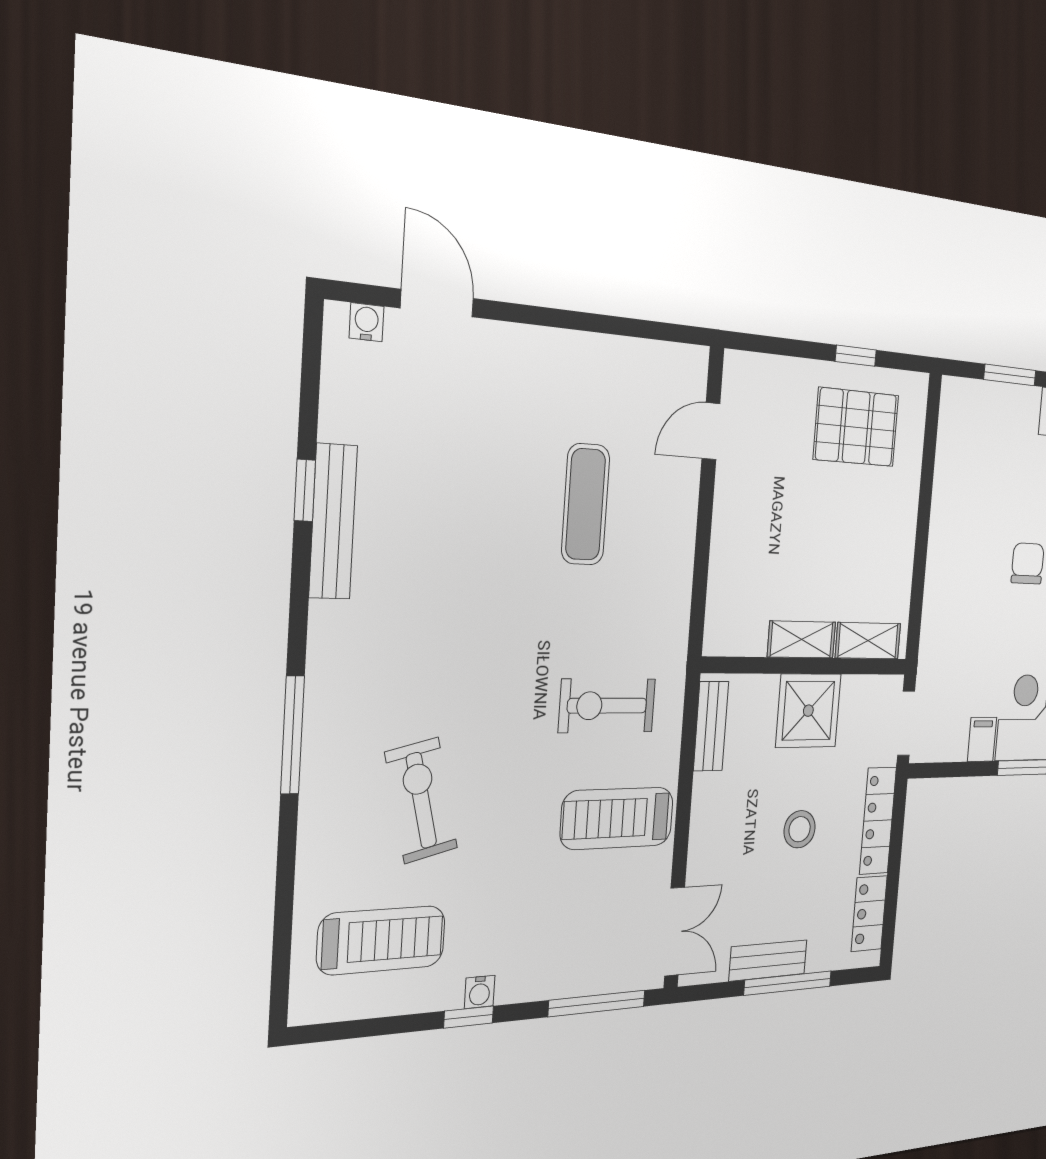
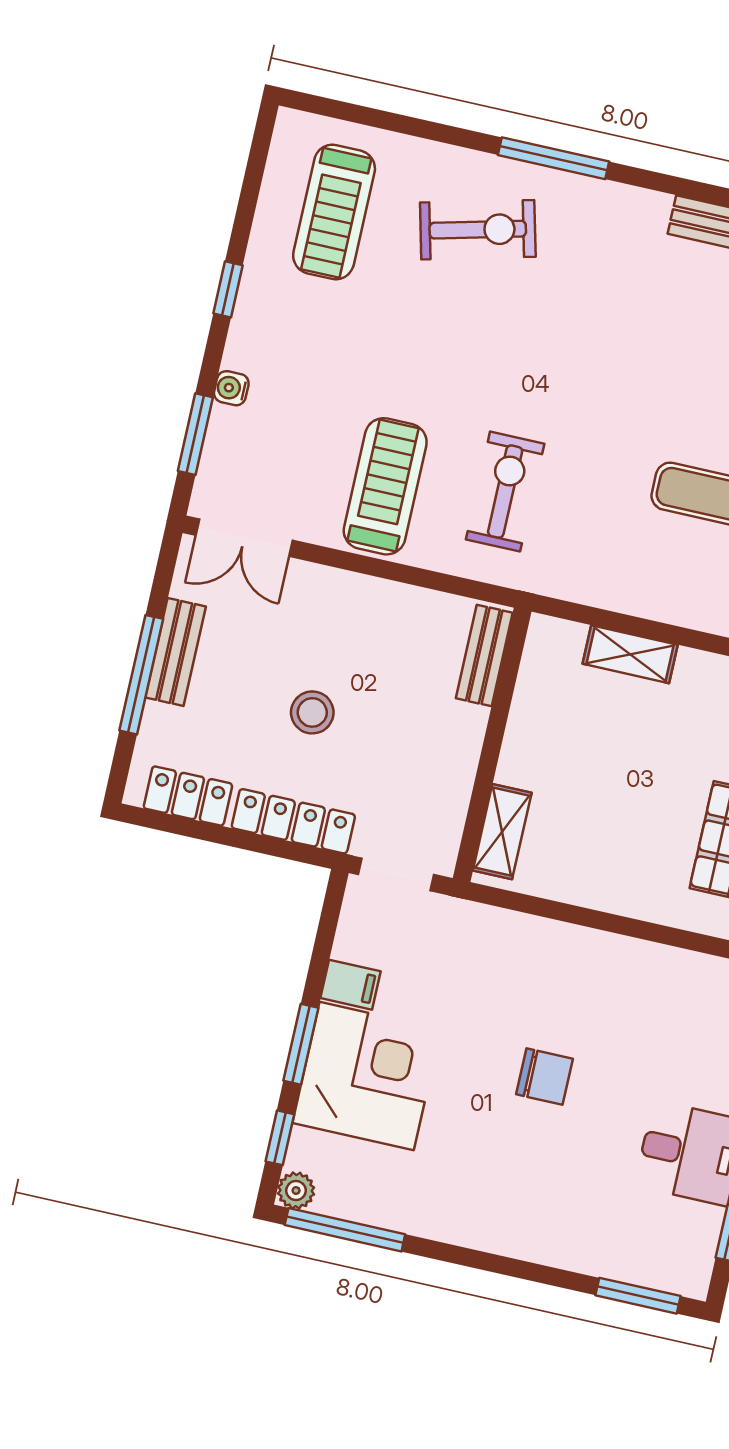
shelving: (802, 639) -> (630, 654), moved, turned 90
shower: (808, 711) -> (442, 741), removed
bench: (711, 726) -> (484, 656), moved, turned 90
exercise bike: (421, 800) -> (478, 230), moved
water cooler: (480, 992) -> (231, 388), moved
window: (597, 1003) -> (195, 434), width x0.69

